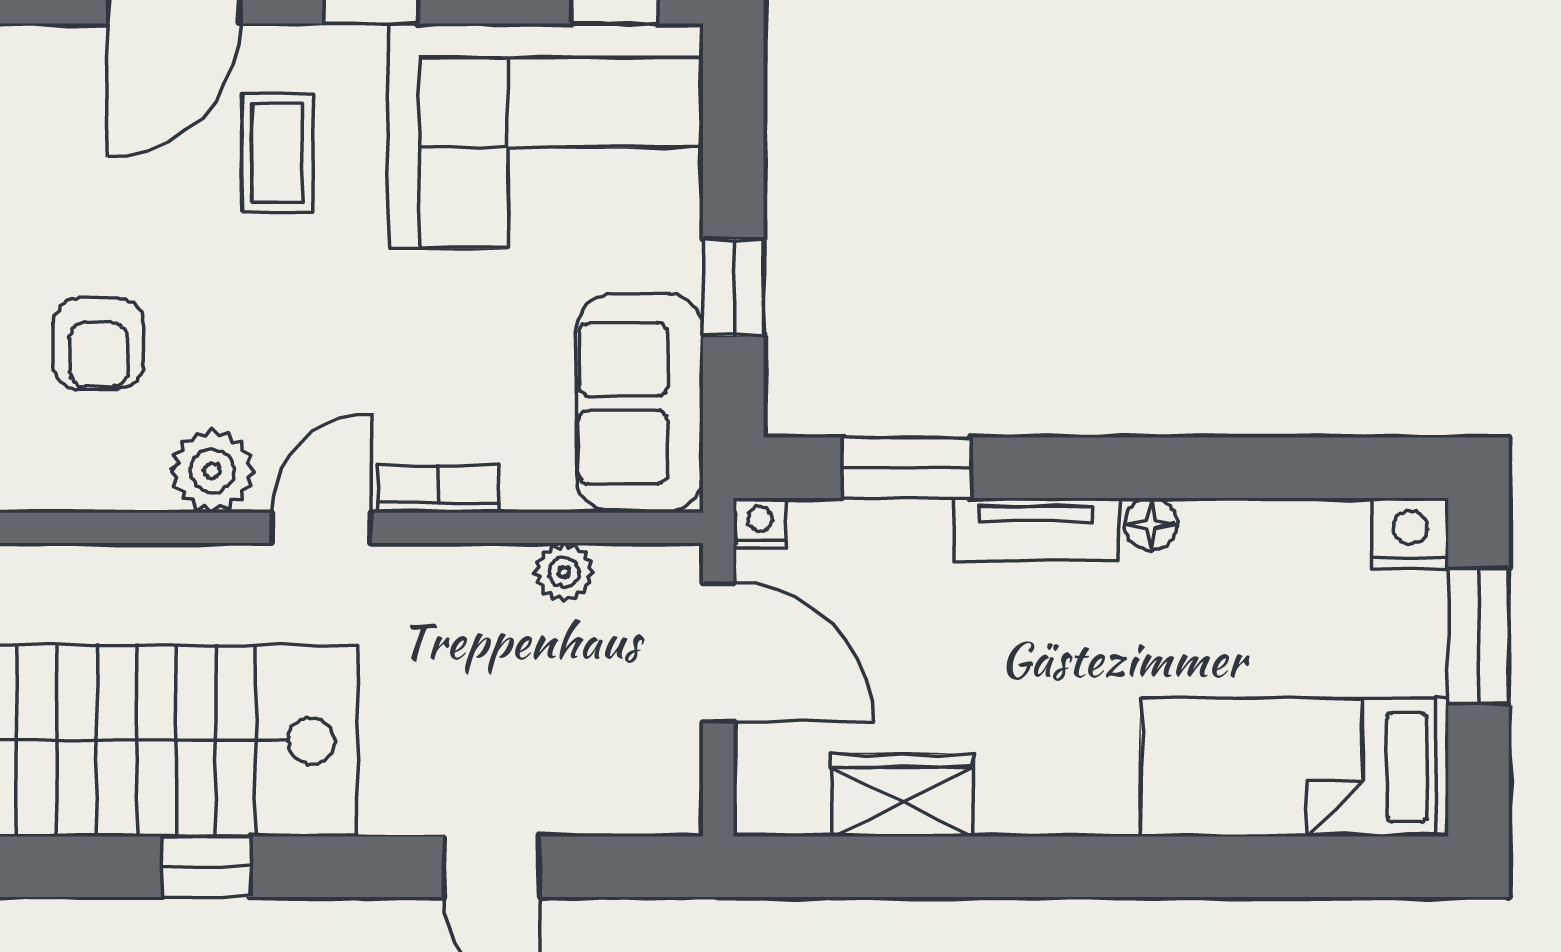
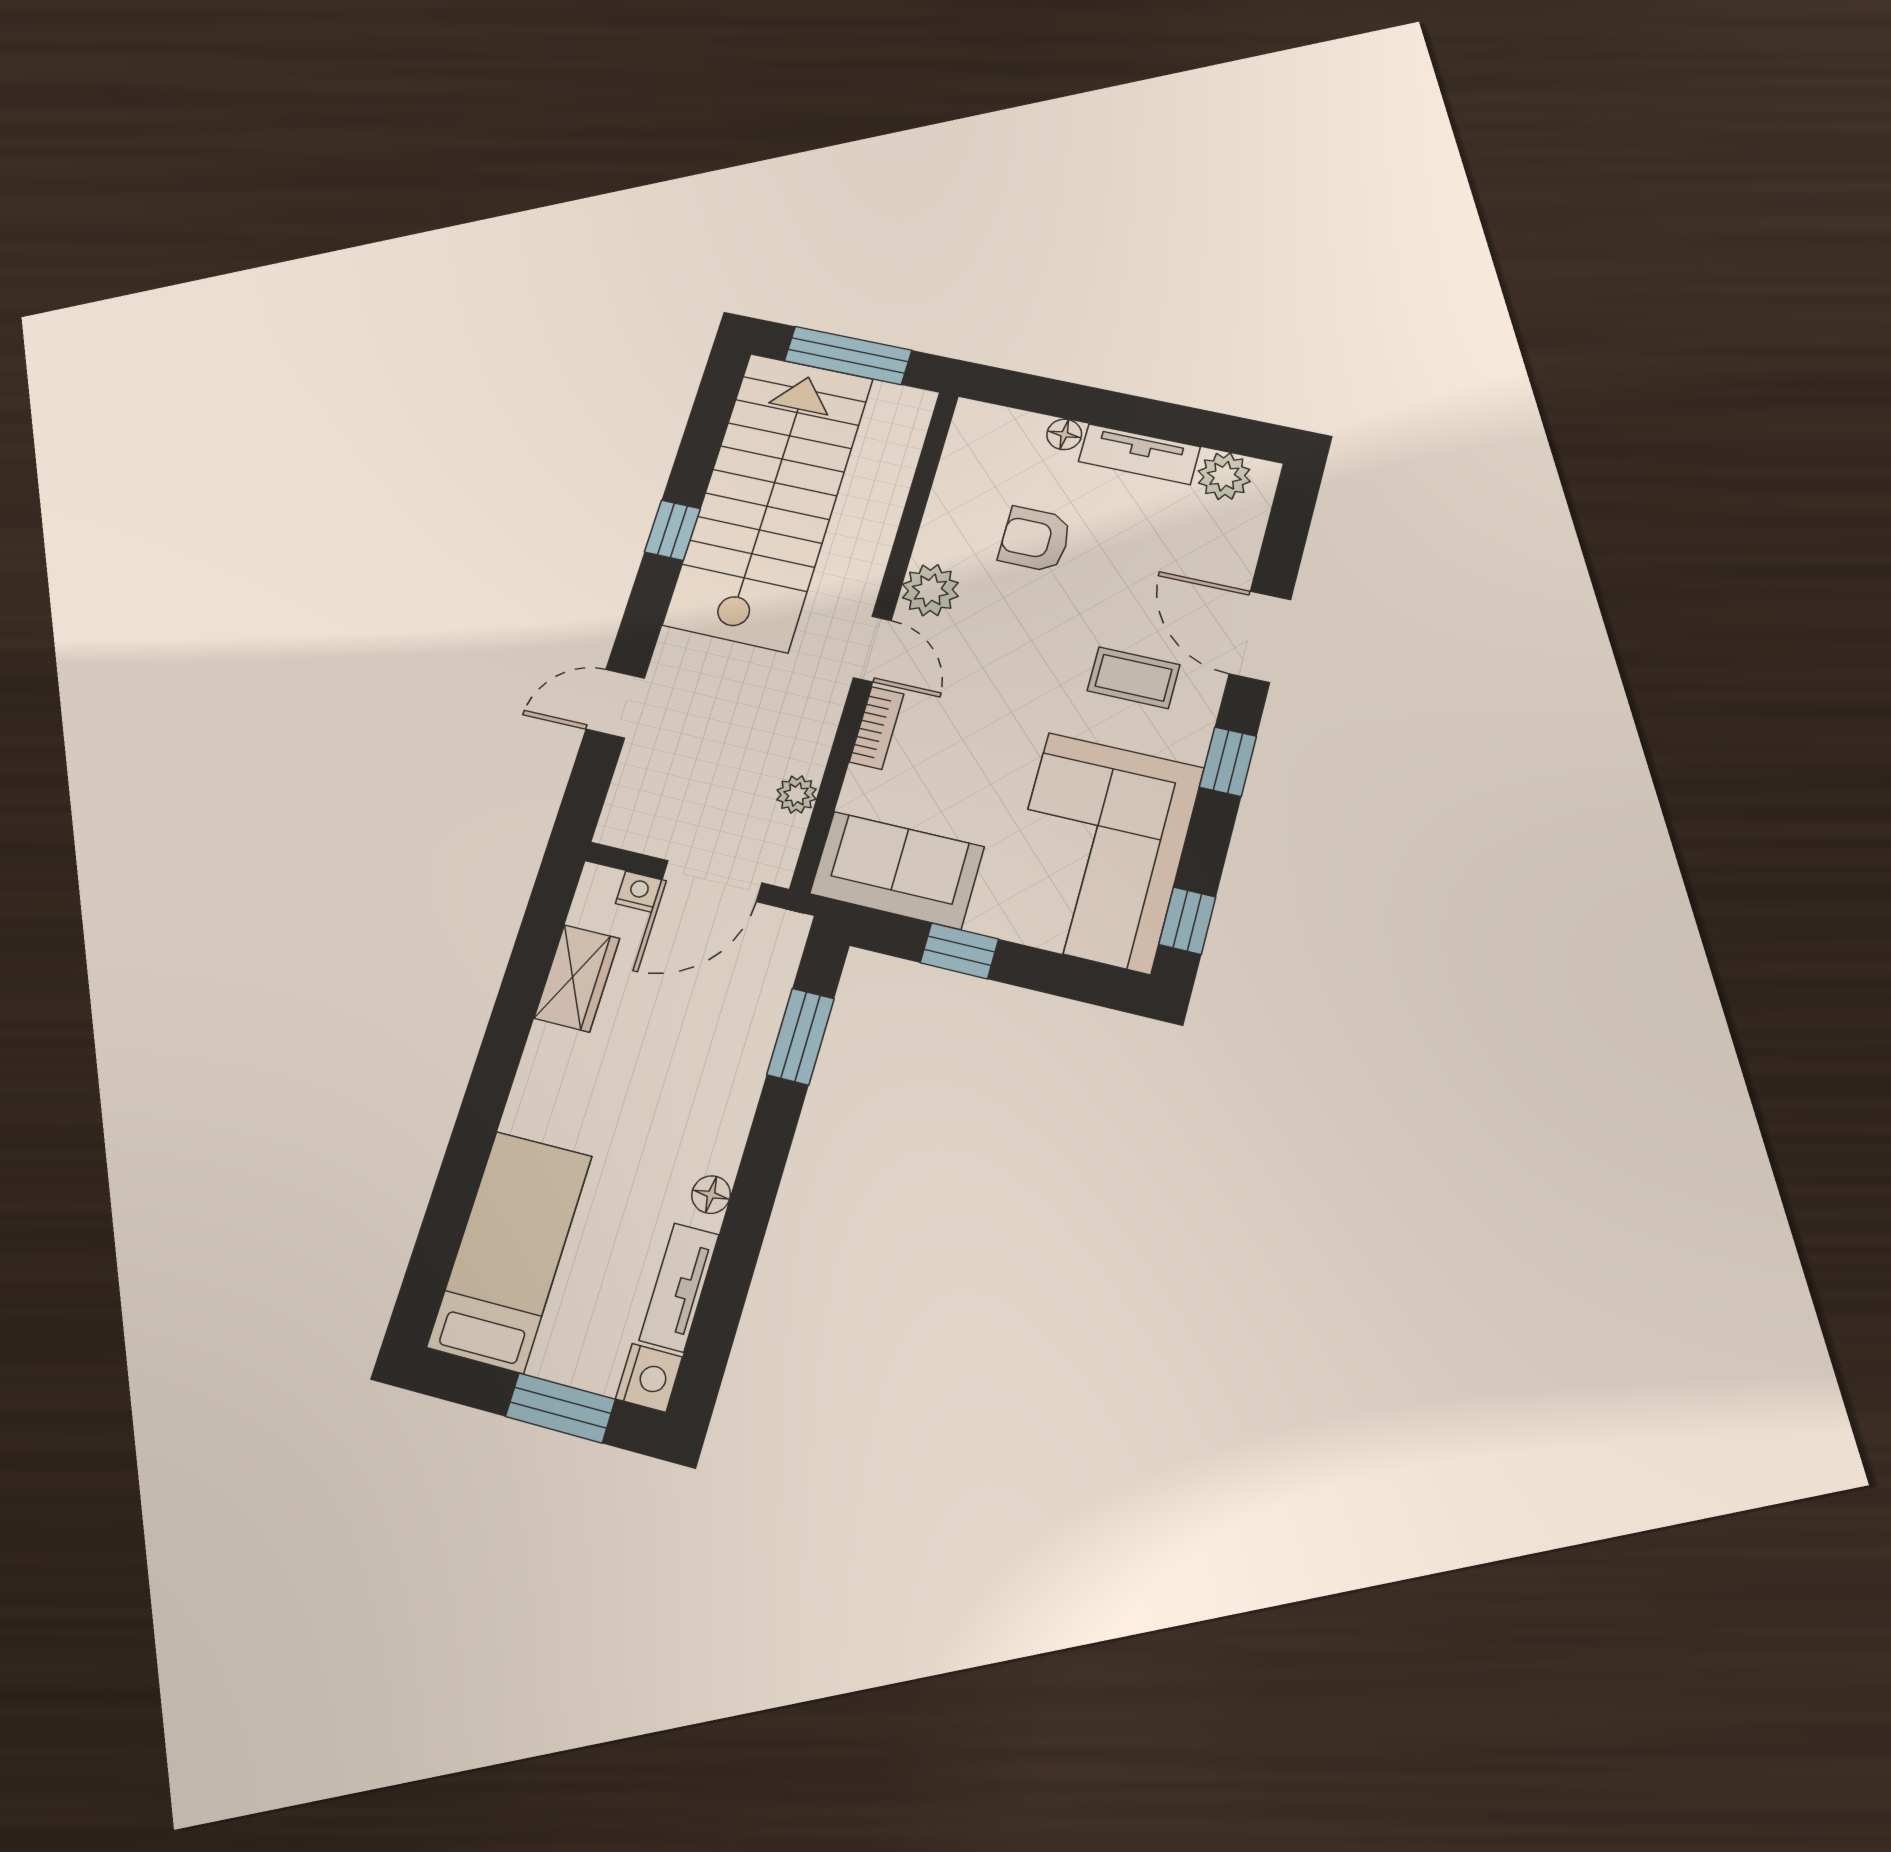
nightstand: (760, 523) -> (639, 892), moved, turned -90
tv unit: (1036, 529) -> (679, 1287), moved

